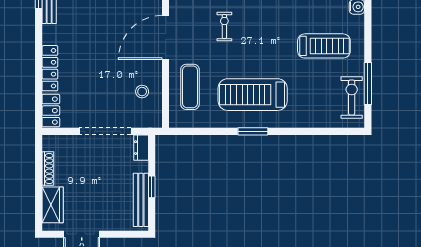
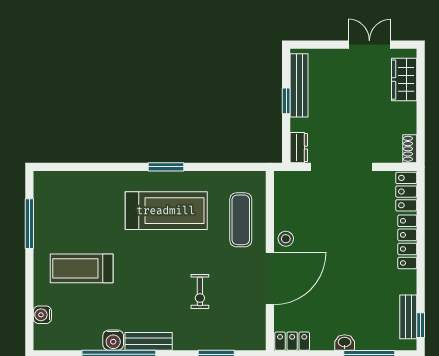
stool: (142, 92) -> (286, 239), moved
exercise bike: (352, 98) -> (49, 207), removed
shoe rack: (48, 169) -> (410, 149), moved, width x0.70

